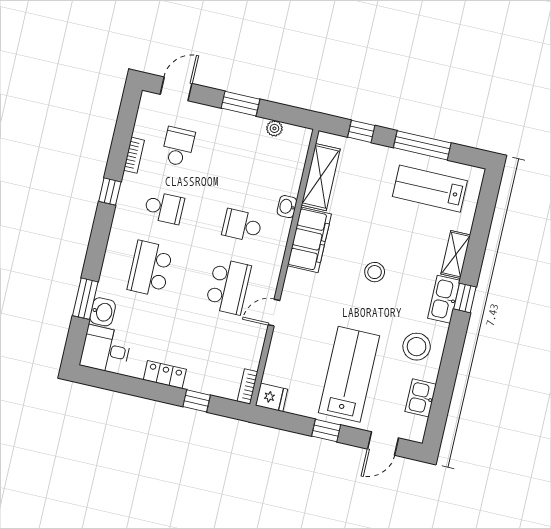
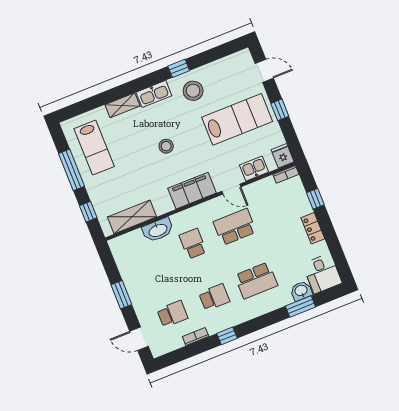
plant: (274, 128) -> (122, 264), removed
school desk: (178, 147) -> (172, 314), turned 180
washbasin: (287, 207) -> (158, 230), width x1.91, depth x1.45
school desk: (164, 208) -> (214, 297), turned 90
school desk: (242, 226) -> (193, 244), turned 180
filing cabinet: (309, 240) -> (192, 191), moved
window: (465, 298) -> (179, 68), moved
lab bench: (349, 374) -> (237, 119), turned 180
kitchen sink: (421, 398) -> (254, 169), moved, turned 180

